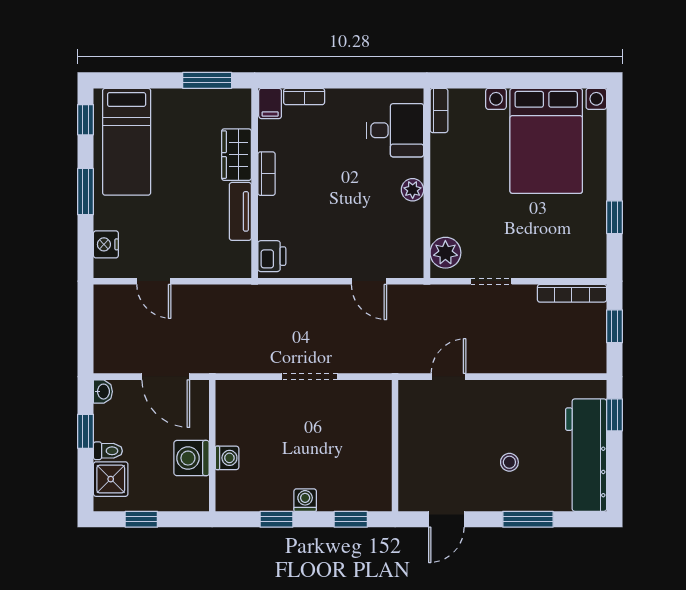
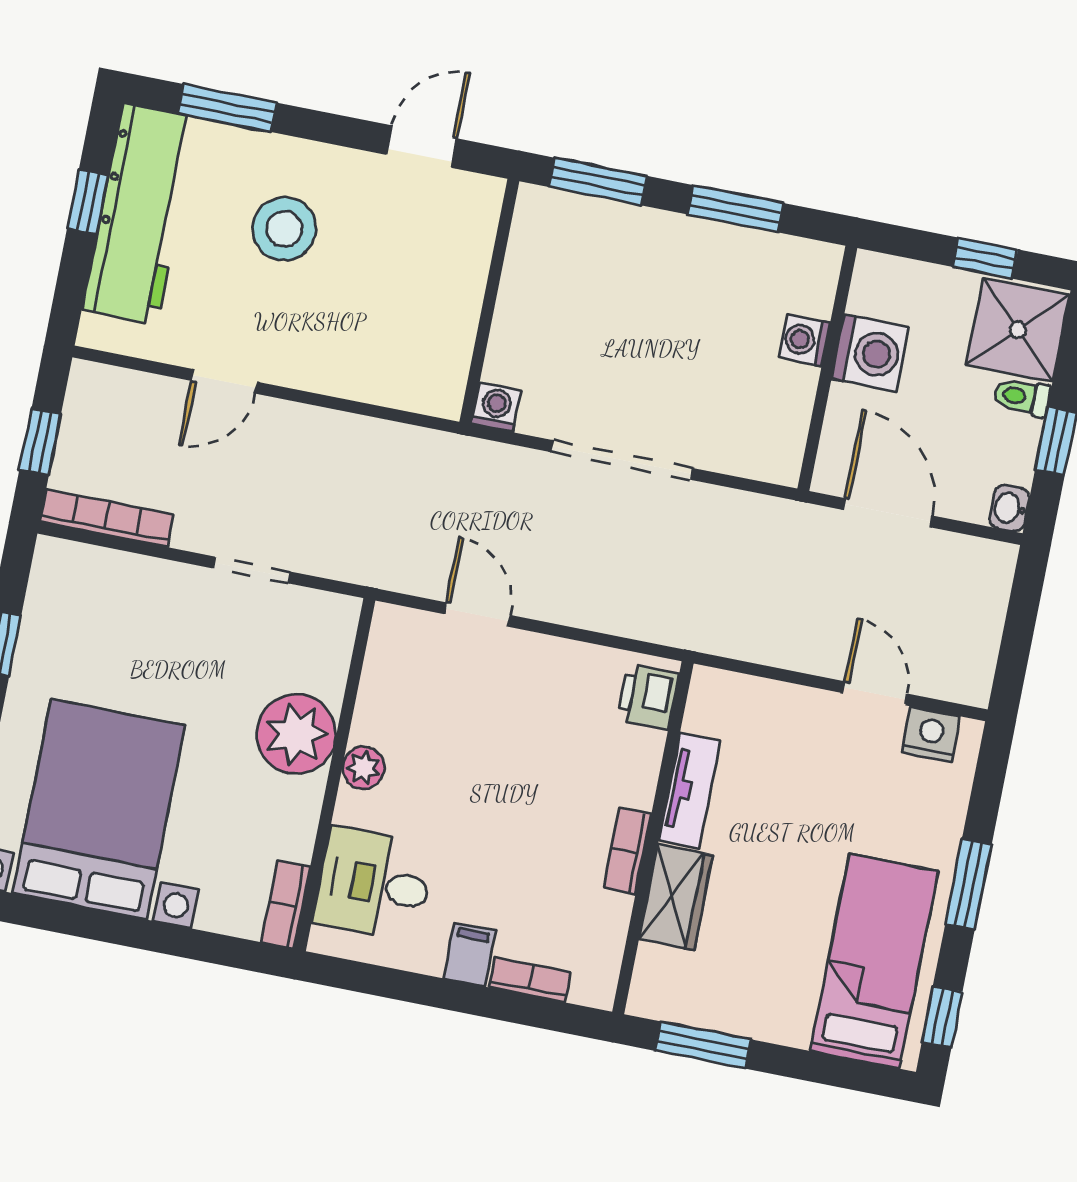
filing cabinet: (270, 103) -> (469, 954), moved
nightstand: (106, 244) -> (931, 734), moved, turned -90
plant: (445, 253) -> (296, 734), moved, width x1.36, depth x1.36
doorway: (310, 377) -> (622, 460), width x1.36
door: (448, 377) -> (224, 381), moved
window: (615, 415) -> (88, 202), moved
stool: (509, 462) -> (284, 229), width x1.89, depth x1.89
shower: (111, 479) -> (1018, 330), width x1.36, depth x1.36
washing machine: (305, 500) -> (496, 407), moved, turned 180
window: (276, 519) -> (736, 209), width x1.50
window: (351, 519) -> (598, 182), width x1.50
window: (528, 519) -> (227, 108), moved

